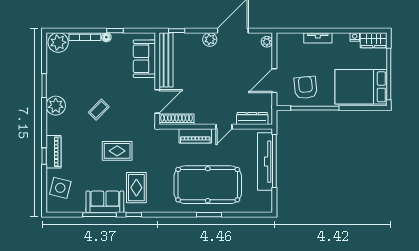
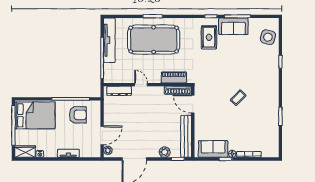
plant: (210, 39) -> (165, 152), moved
plant: (58, 42) -> (270, 150), removed
sofa: (144, 59) -> (213, 149), moved, turned -90
door: (274, 81) -> (102, 135), moved
armchair: (306, 87) -> (78, 115), turned -84
door: (157, 101) -> (193, 104), hinge flipped
plant: (56, 106) -> (271, 101), removed
door: (224, 127) -> (141, 85), hinge flipped
piano: (195, 136) -> (174, 77), moved
rug: (117, 151) -> (224, 66), removed
piano: (53, 152) -> (273, 65), removed
tv unit: (265, 162) -> (109, 40), moved

